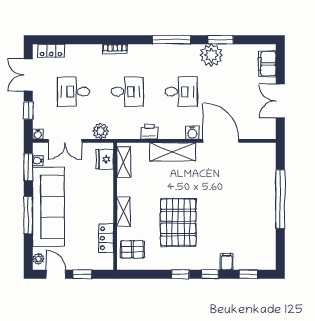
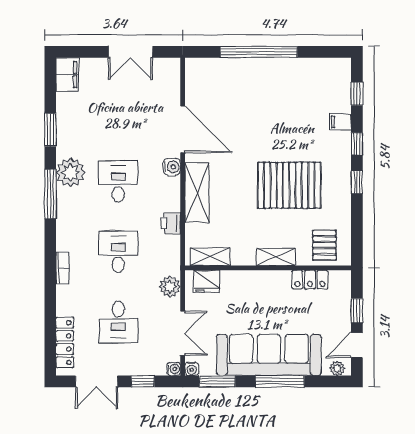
locker: (51, 51) -> (65, 343), width x1.53
plant: (211, 55) -> (71, 172), moved
filing cabinet: (267, 64) -> (67, 75), moved, turned -90
door: (221, 141) -> (183, 129), swing flipped
water cooler: (38, 161) -> (192, 369), moved

